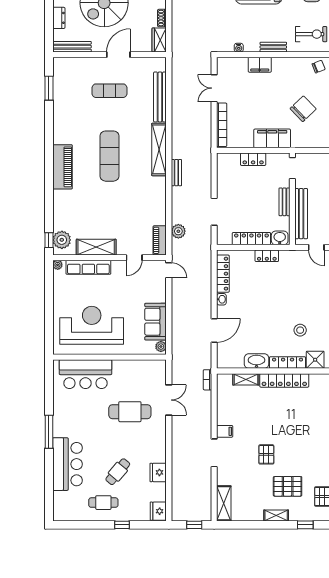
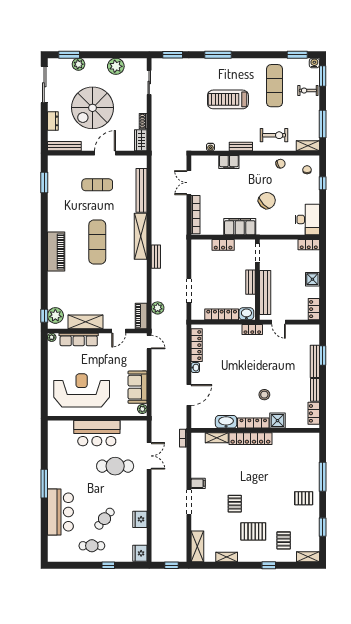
locker: (267, 256) -> (252, 330), moved
bar counter: (86, 374) -> (97, 433), moved
shelving: (276, 515) -> (227, 557), moved

